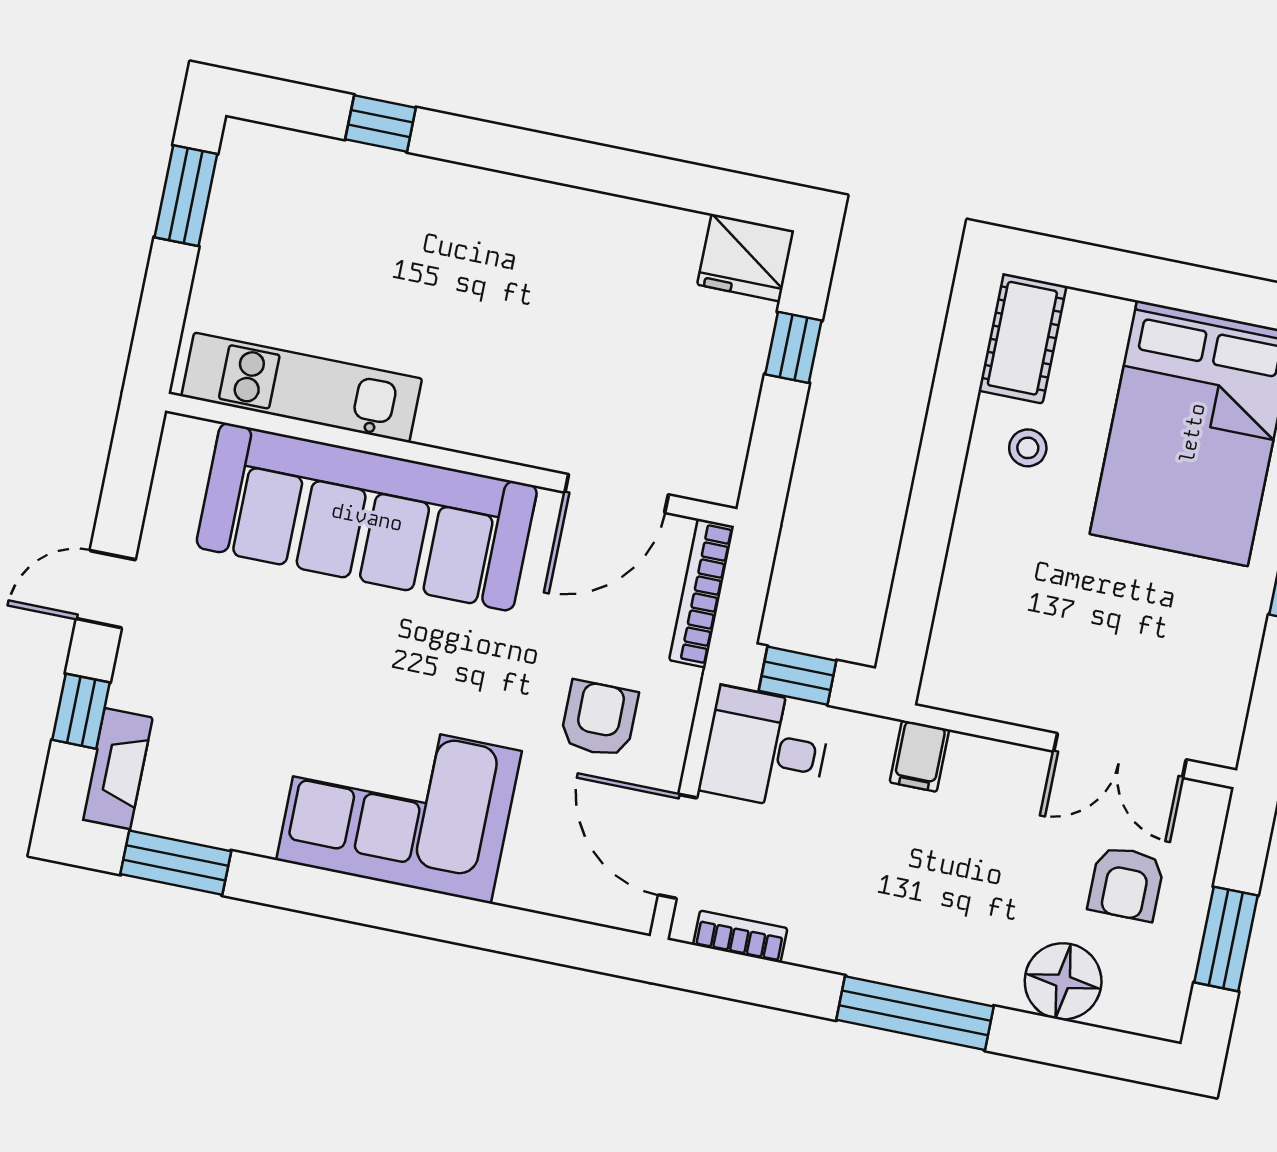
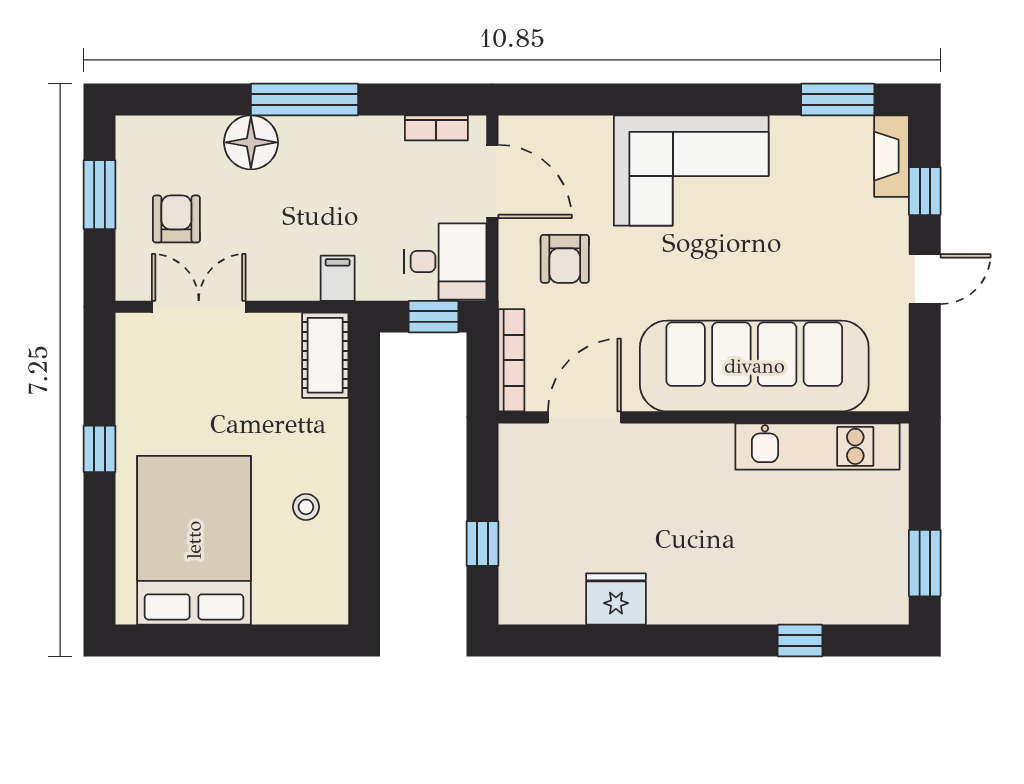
fridge: (746, 258) -> (616, 599), moved
cot: (1022, 338) -> (325, 355), moved
floor lamp: (1063, 981) -> (251, 142), moved

